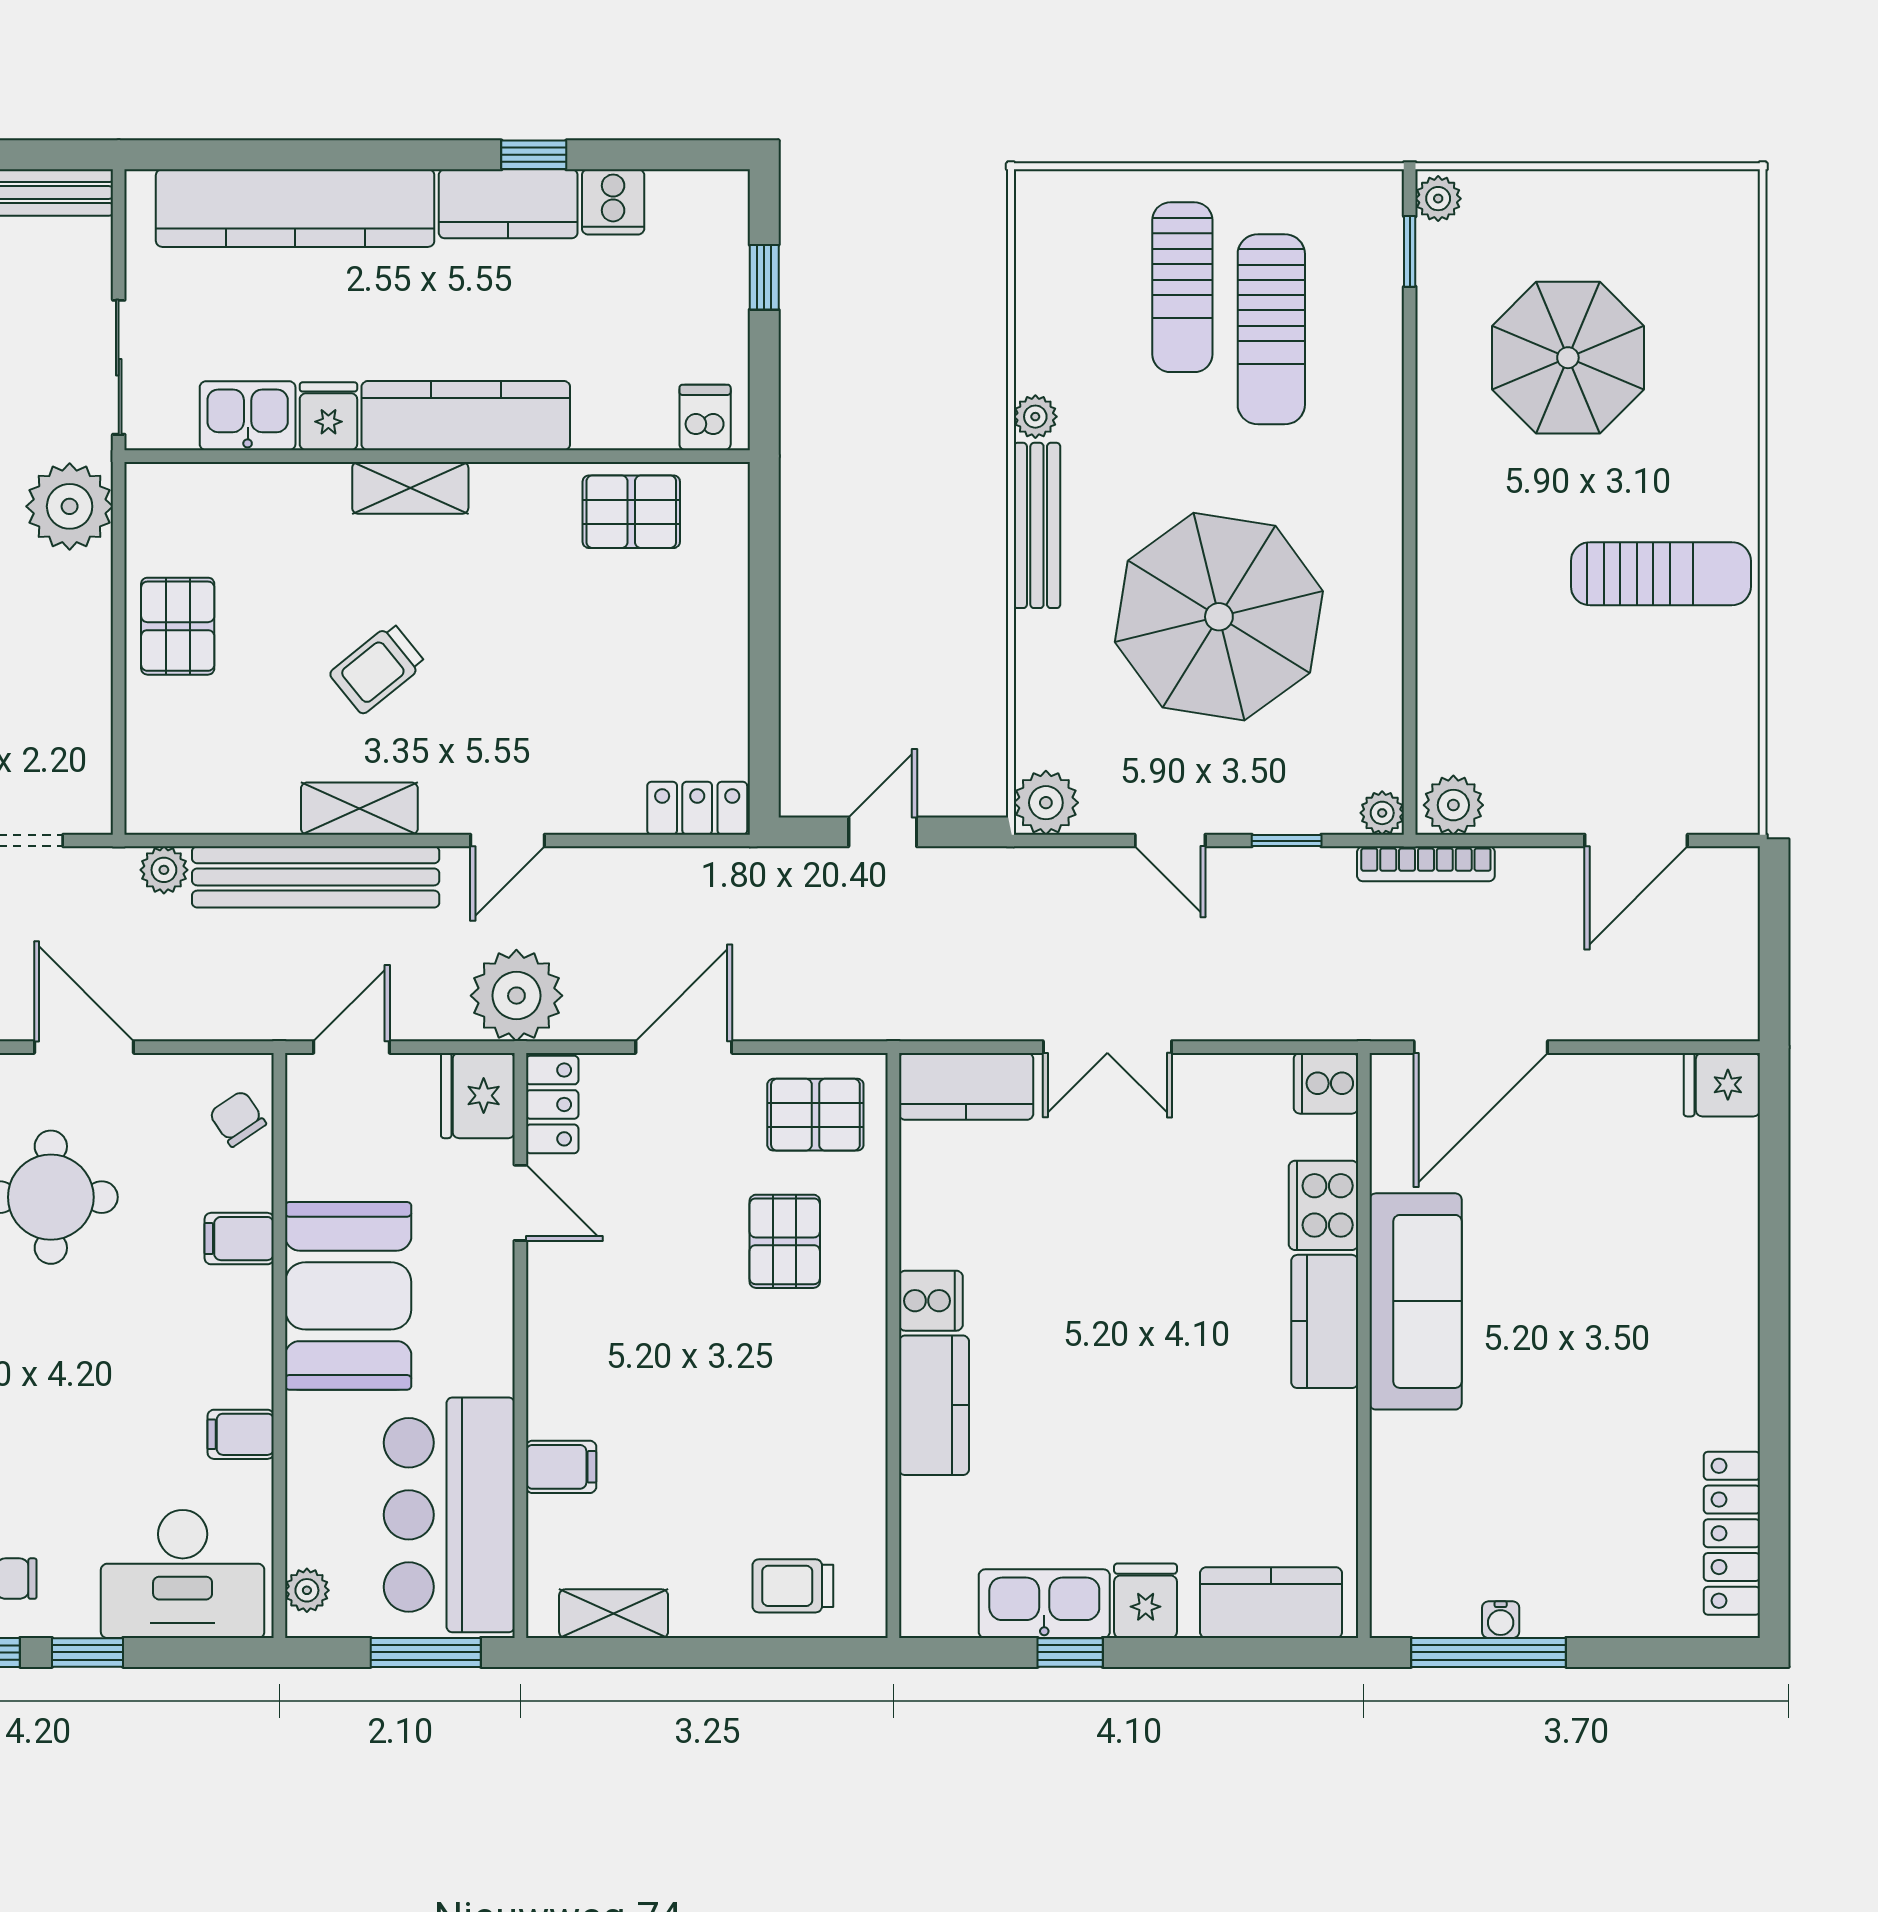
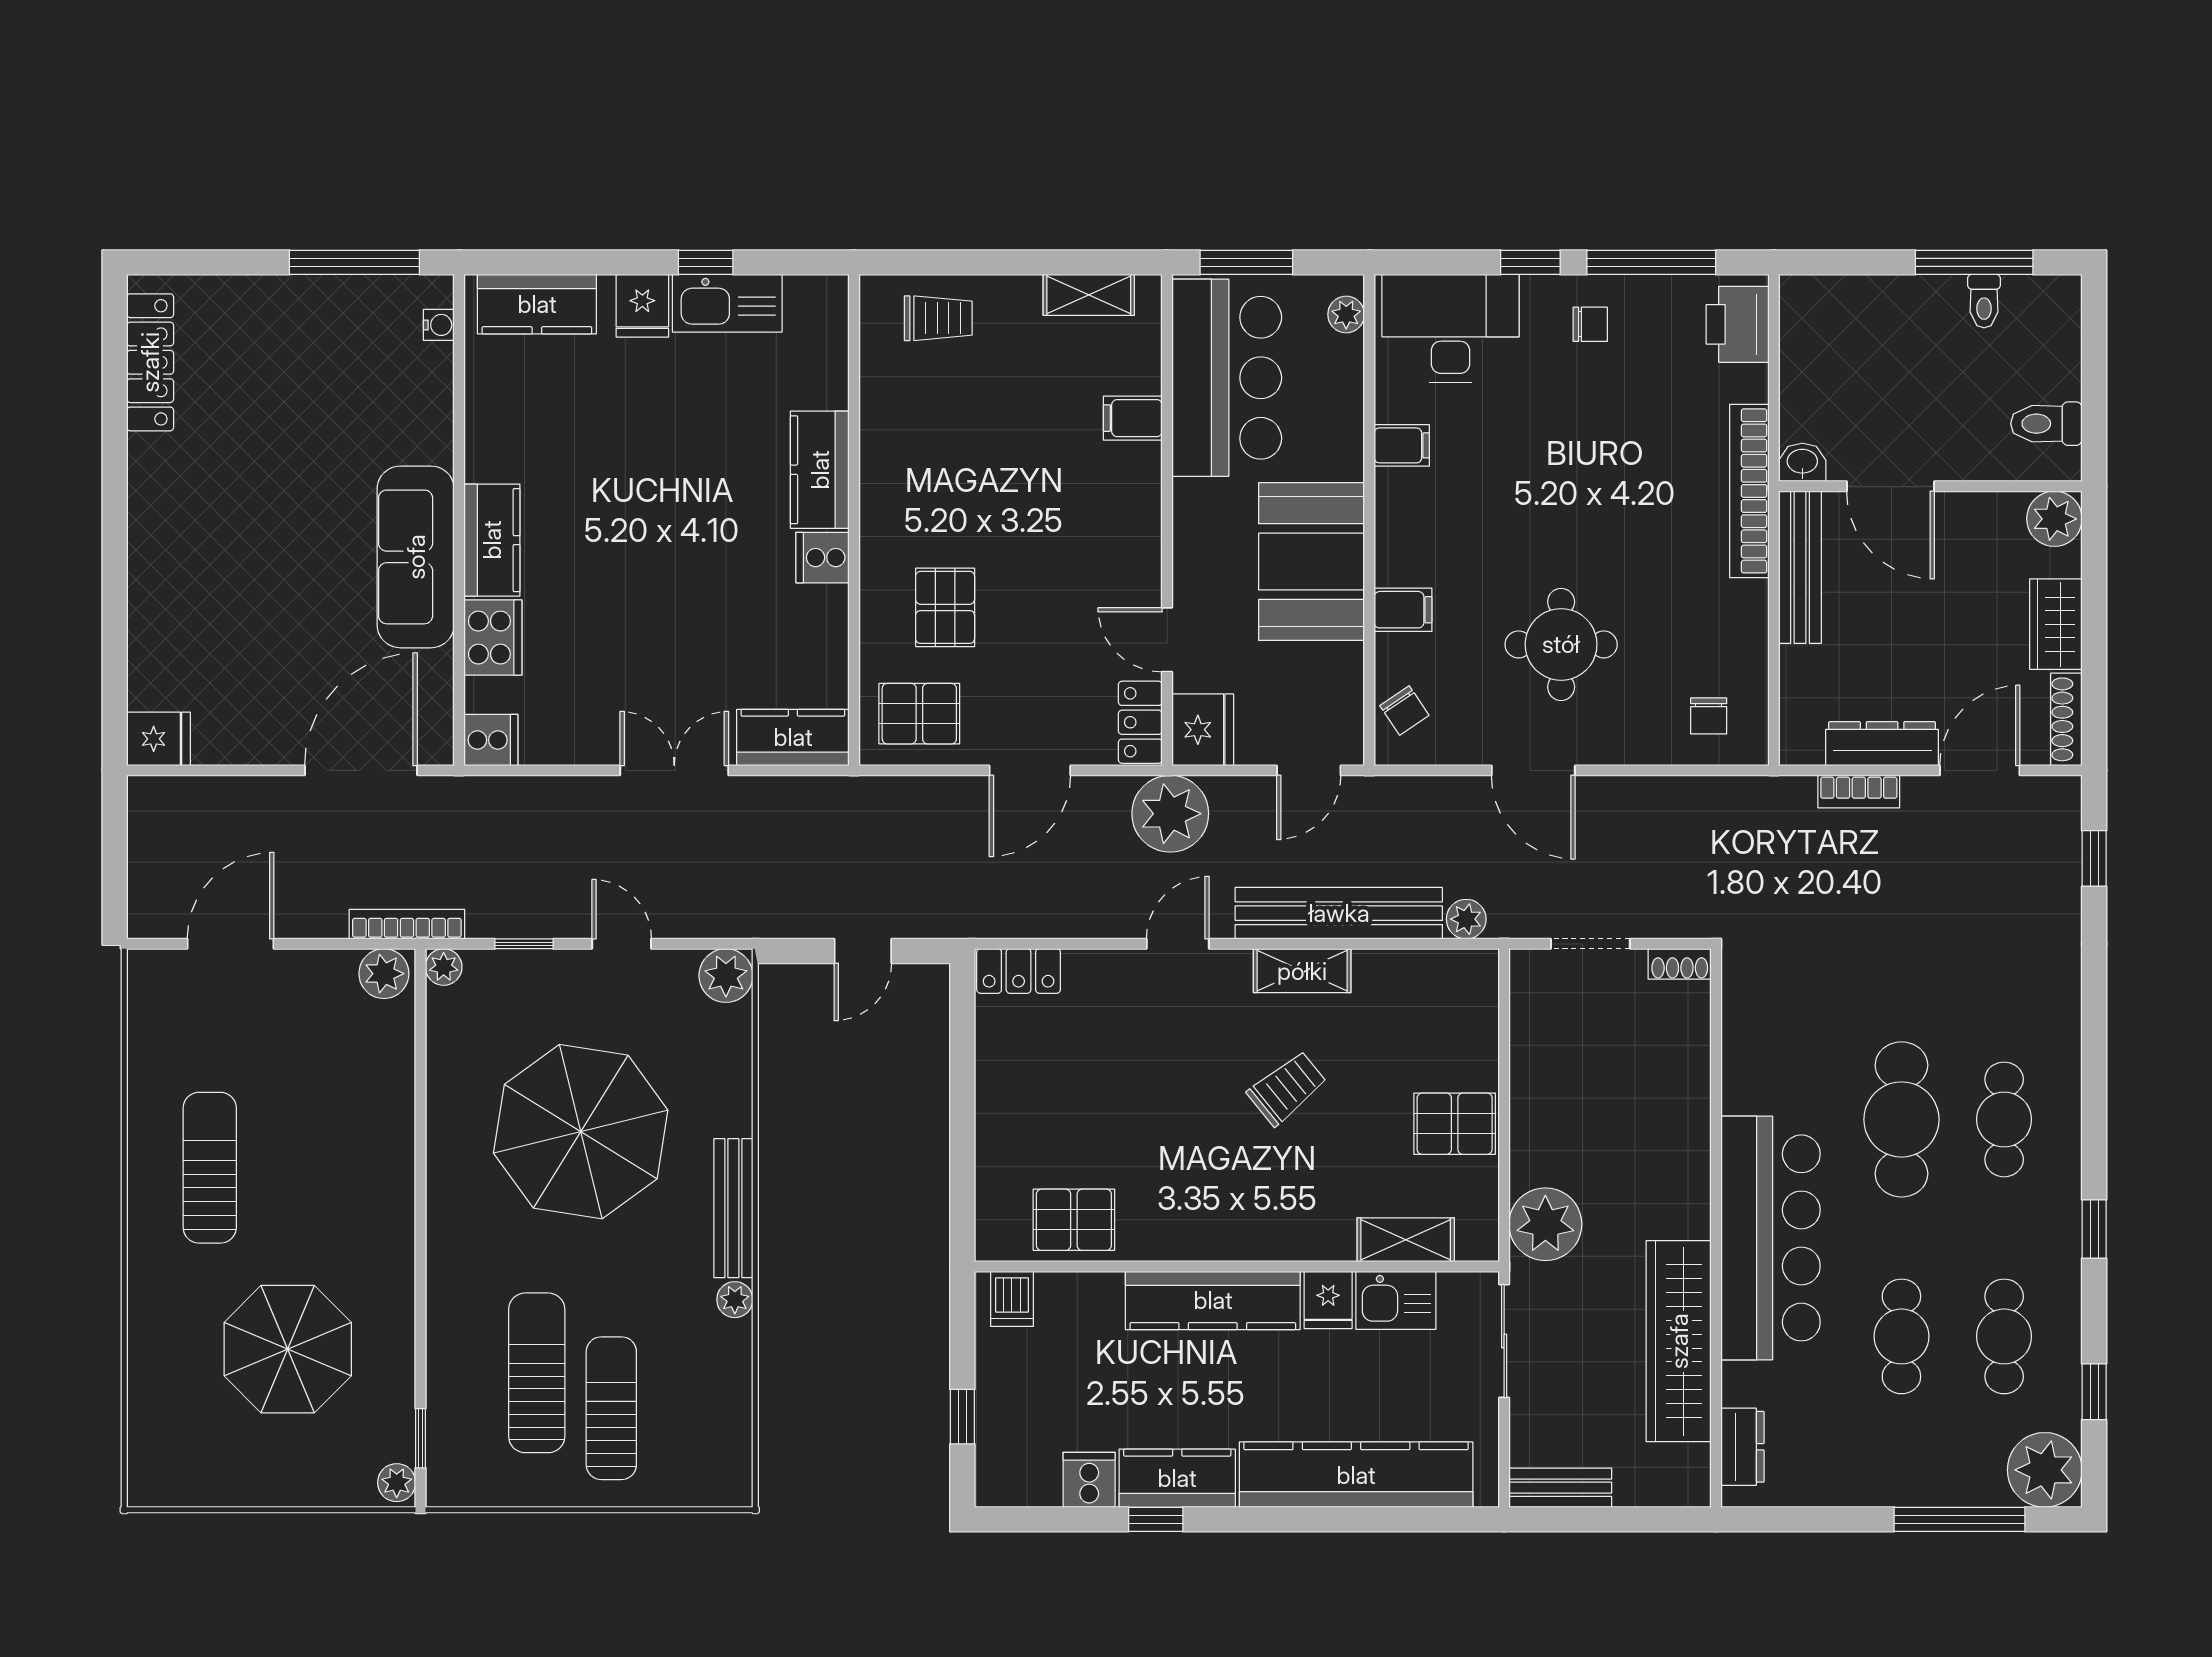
shelving: (410, 488) -> (1406, 1240), moved
sun lounger: (1661, 574) -> (210, 1168), turned 90
pallet: (178, 626) -> (1455, 1124), turned 90
water cooler: (1501, 1620) -> (439, 325), moved, turned 90

